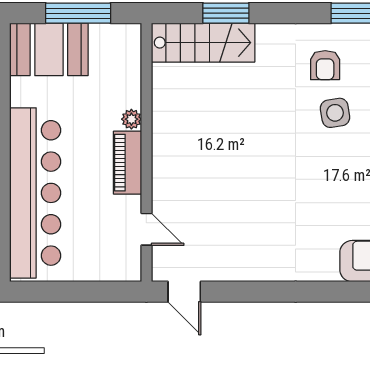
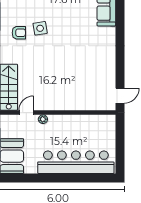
piano: (127, 163) -> (62, 121), removed
door: (146, 229) -> (26, 113), moved

